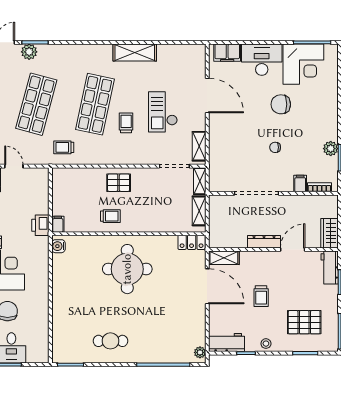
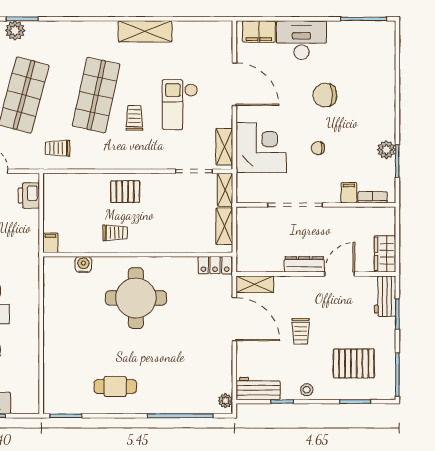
corner desk: (303, 64) -> (261, 148), moved, turned -90
printer: (40, 225) -> (29, 196), moved
water cooler: (58, 246) -> (83, 264), moved, turned 90

